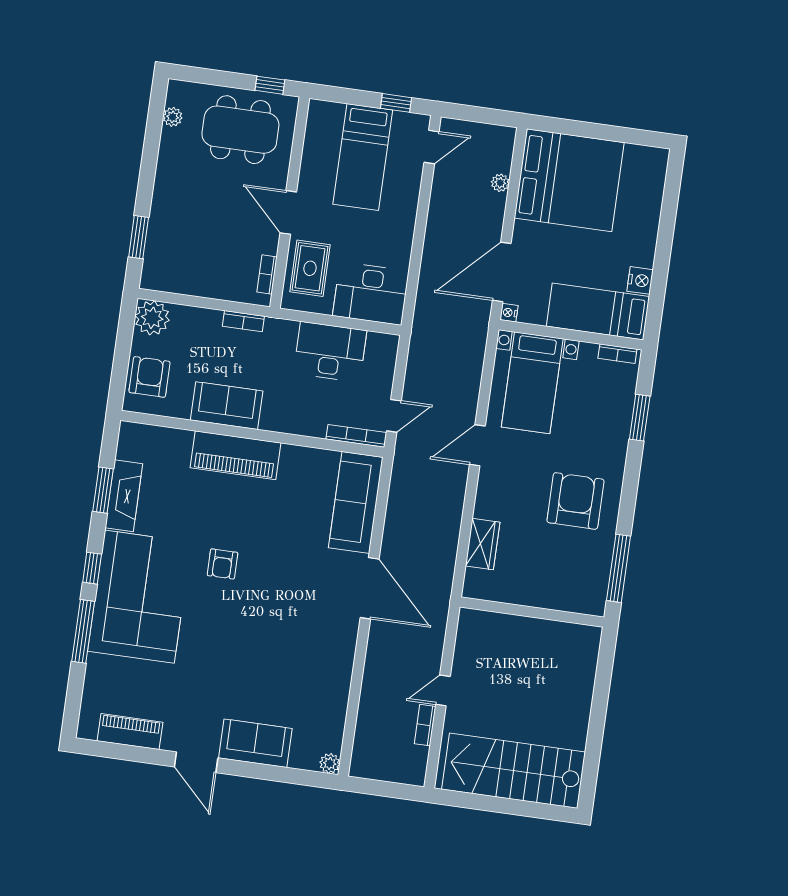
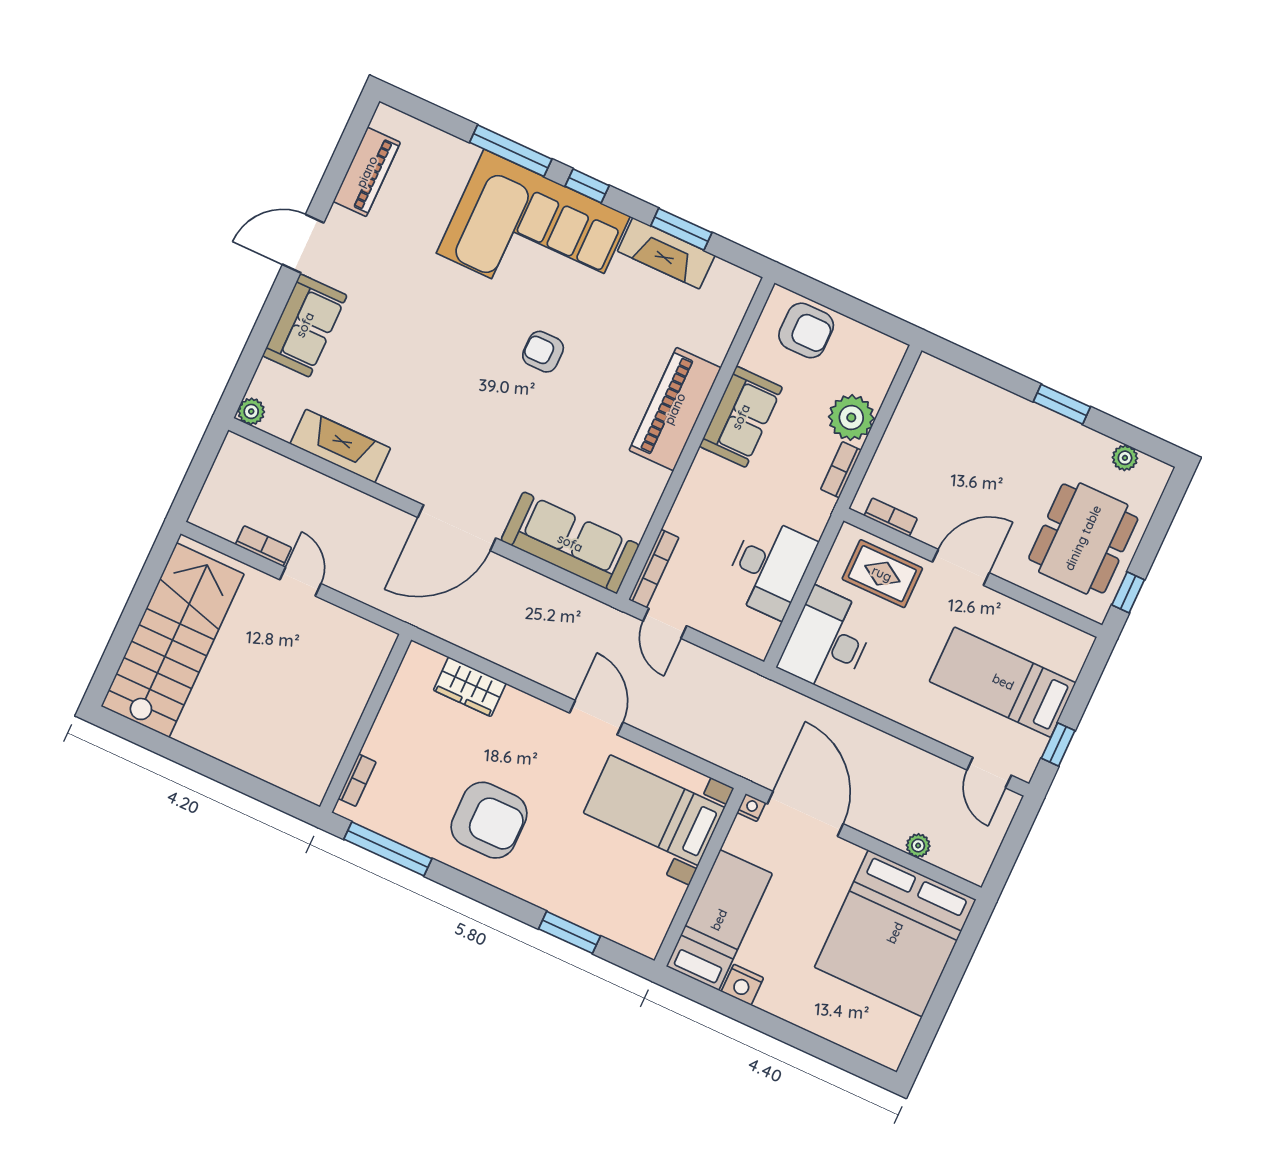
window: (139, 237) -> (1062, 404), moved
plant: (152, 318) -> (851, 418), moved
bookcase: (617, 354) -> (357, 780), moved, turned 180
fireplace: (335, 691) -> (340, 446), added

